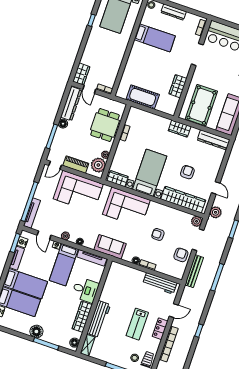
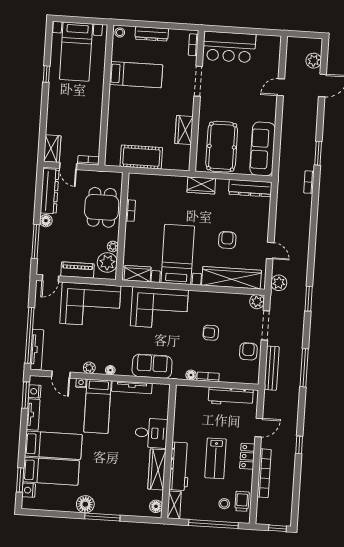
desk: (85, 290) -> (151, 433), moved
wall: (94, 306) -> (169, 451), moved
wardrobe: (82, 317) -> (157, 469), moved
workbench: (99, 319) -> (179, 466), moved
floor lamp: (74, 343) -> (156, 506), moved
shelving: (88, 345) -> (174, 505), moved

